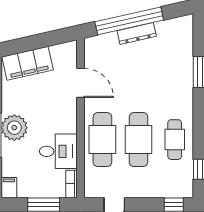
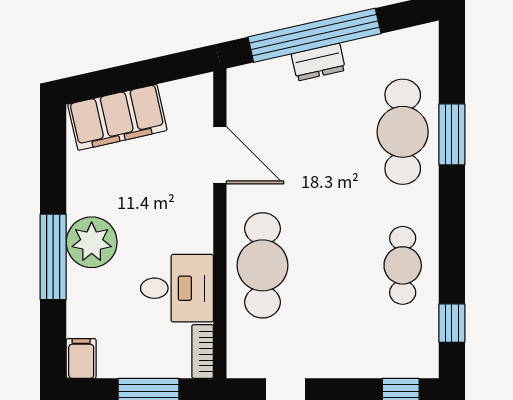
dresser: (137, 34) -> (318, 62), width x0.70
cafe table: (139, 140) -> (403, 132), moved

